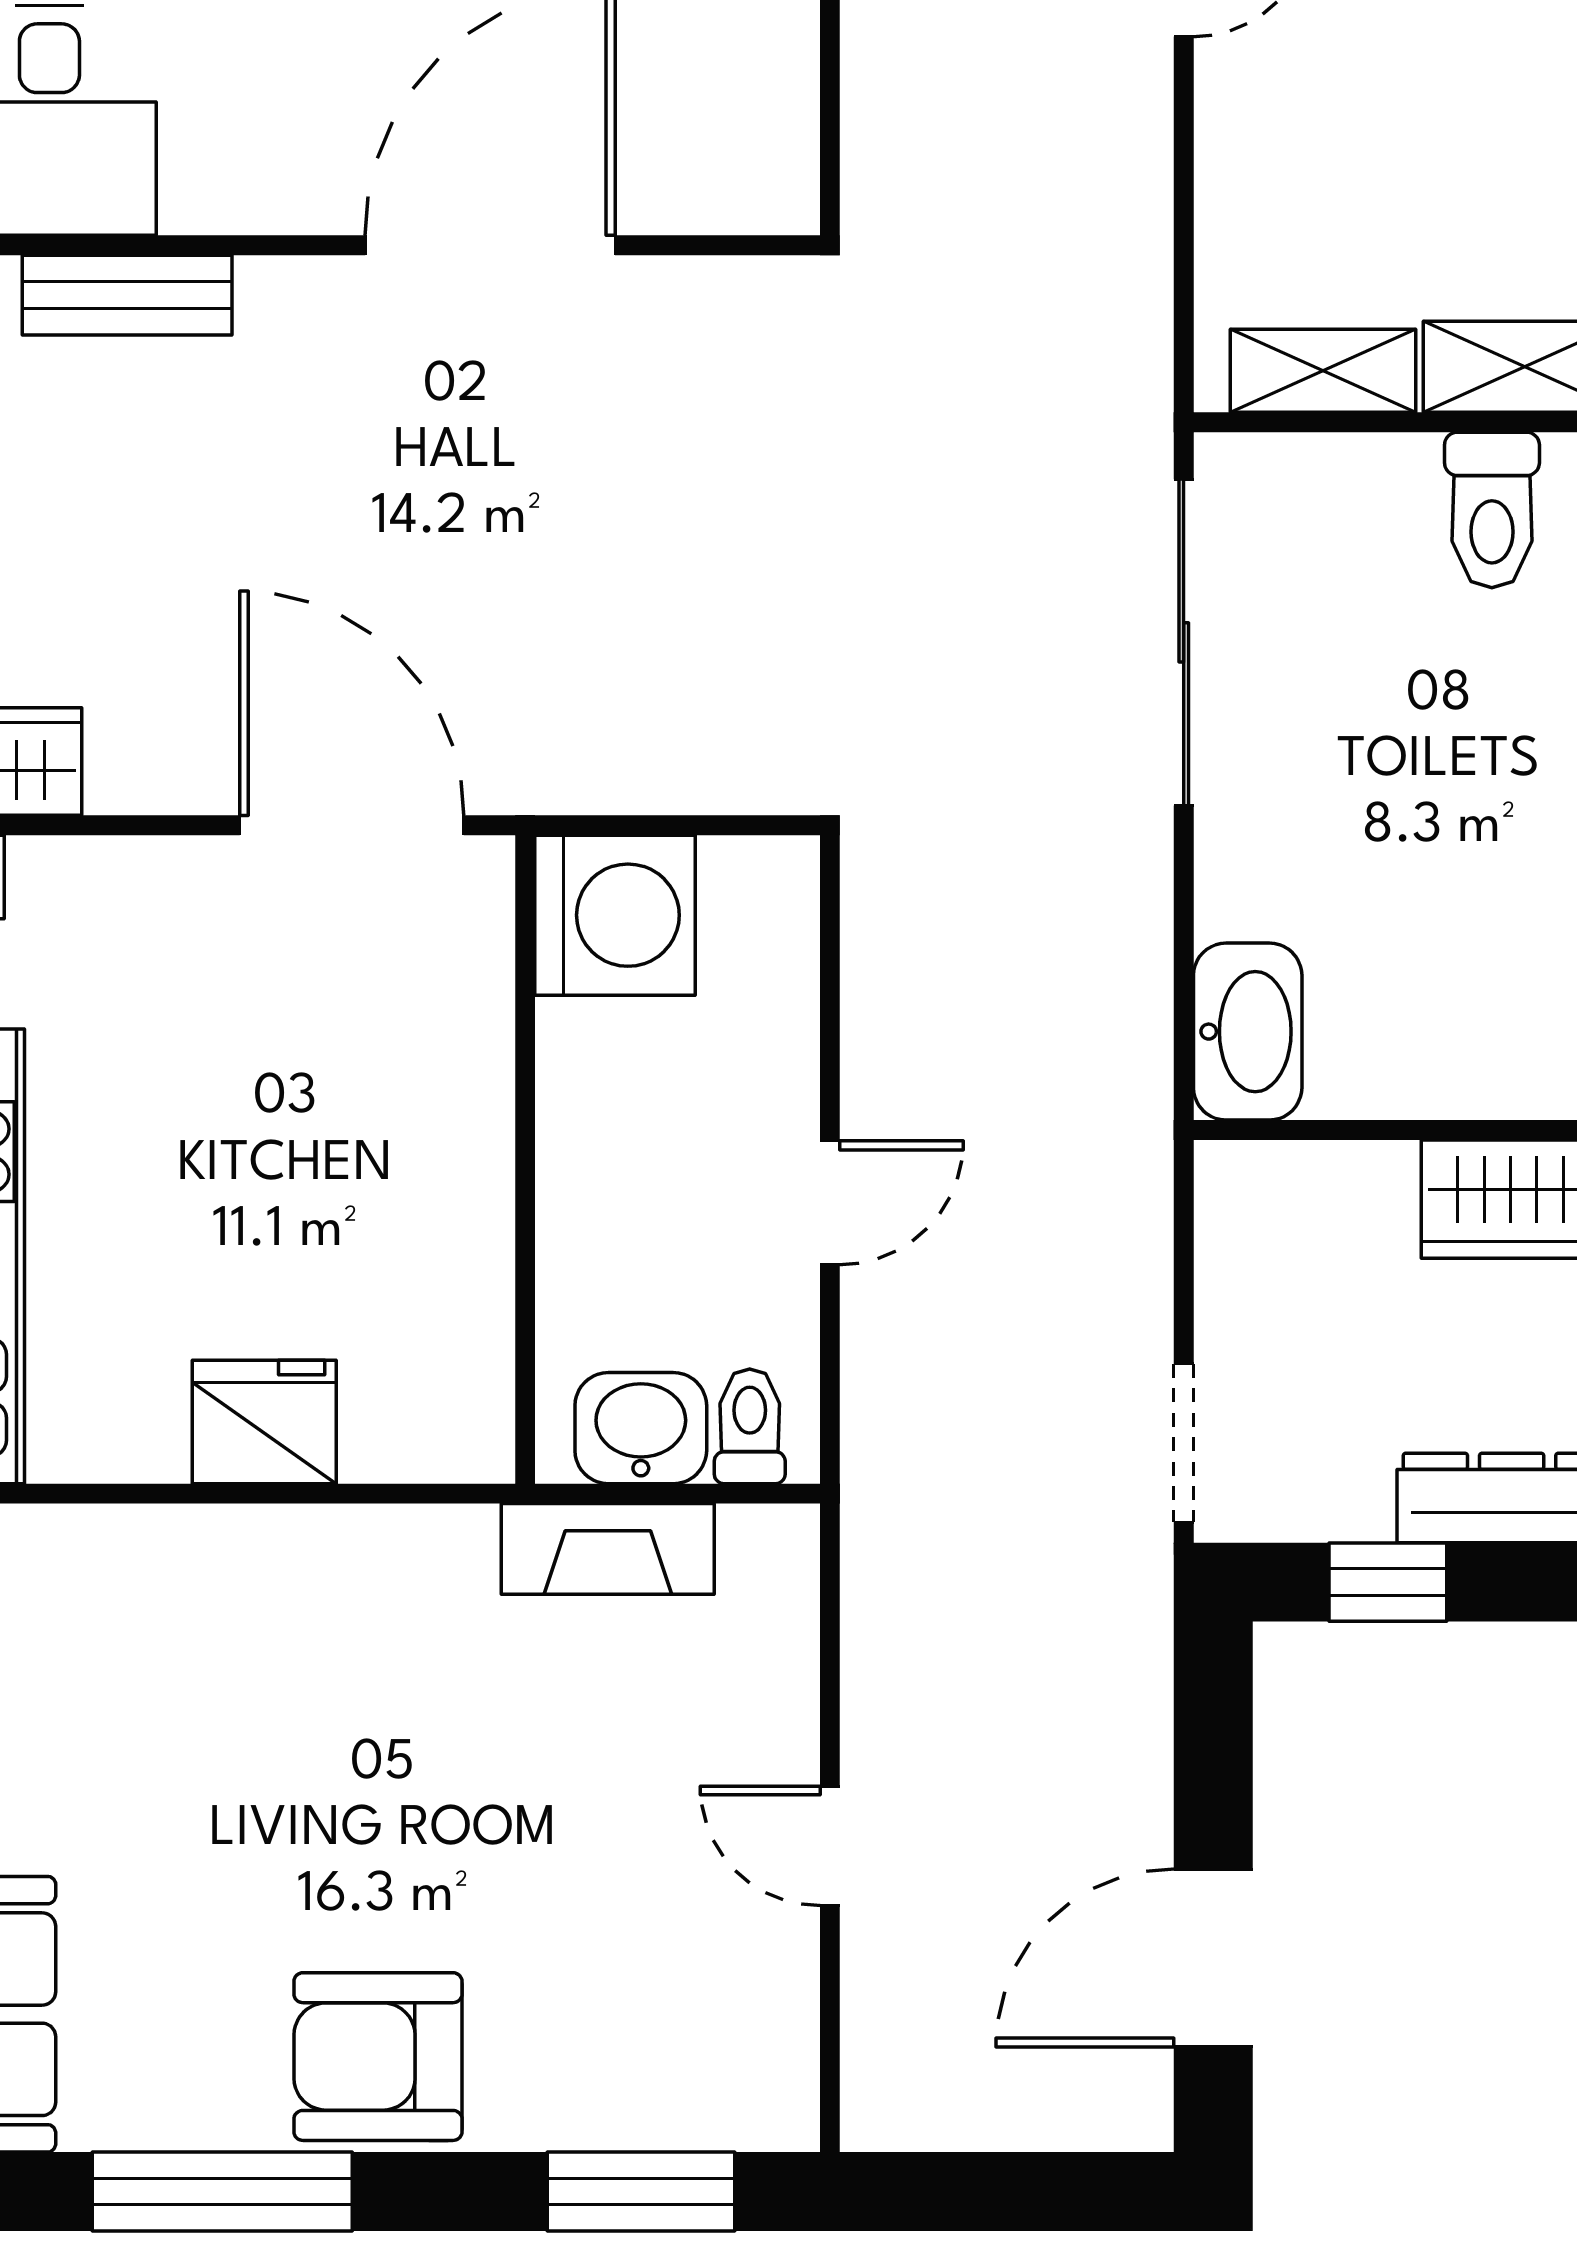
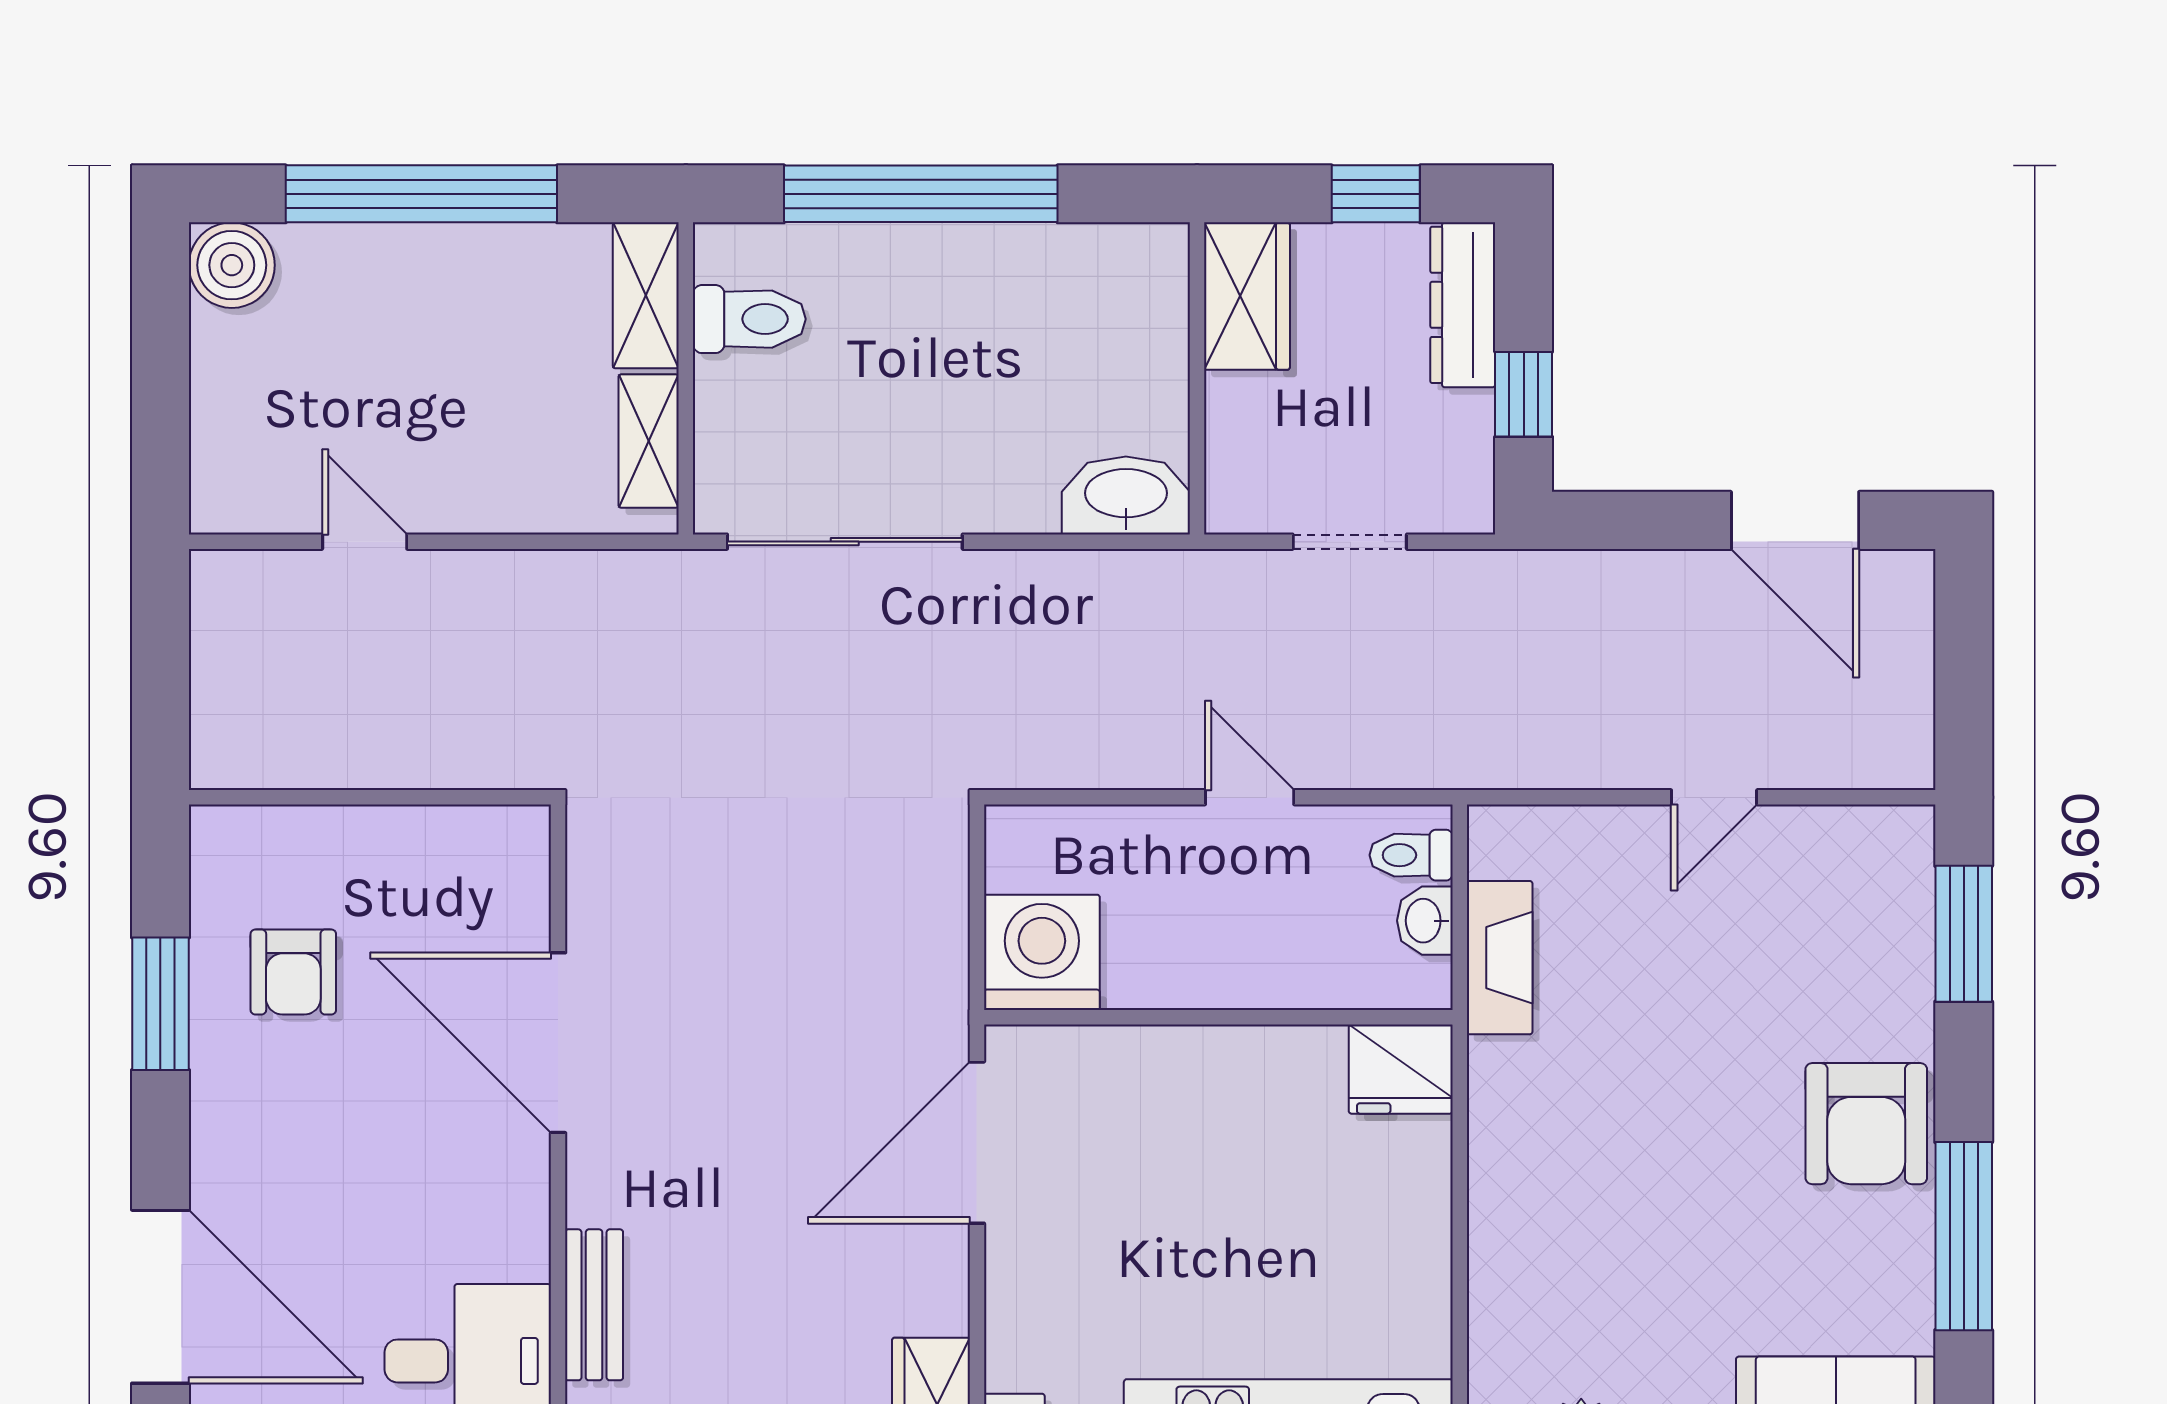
fridge: (264, 1422) -> (1401, 1069), moved, turned -90
washbasin: (641, 1428) -> (1425, 921), width x0.72, depth x0.69
doorway: (1184, 1443) -> (1350, 542), moved

